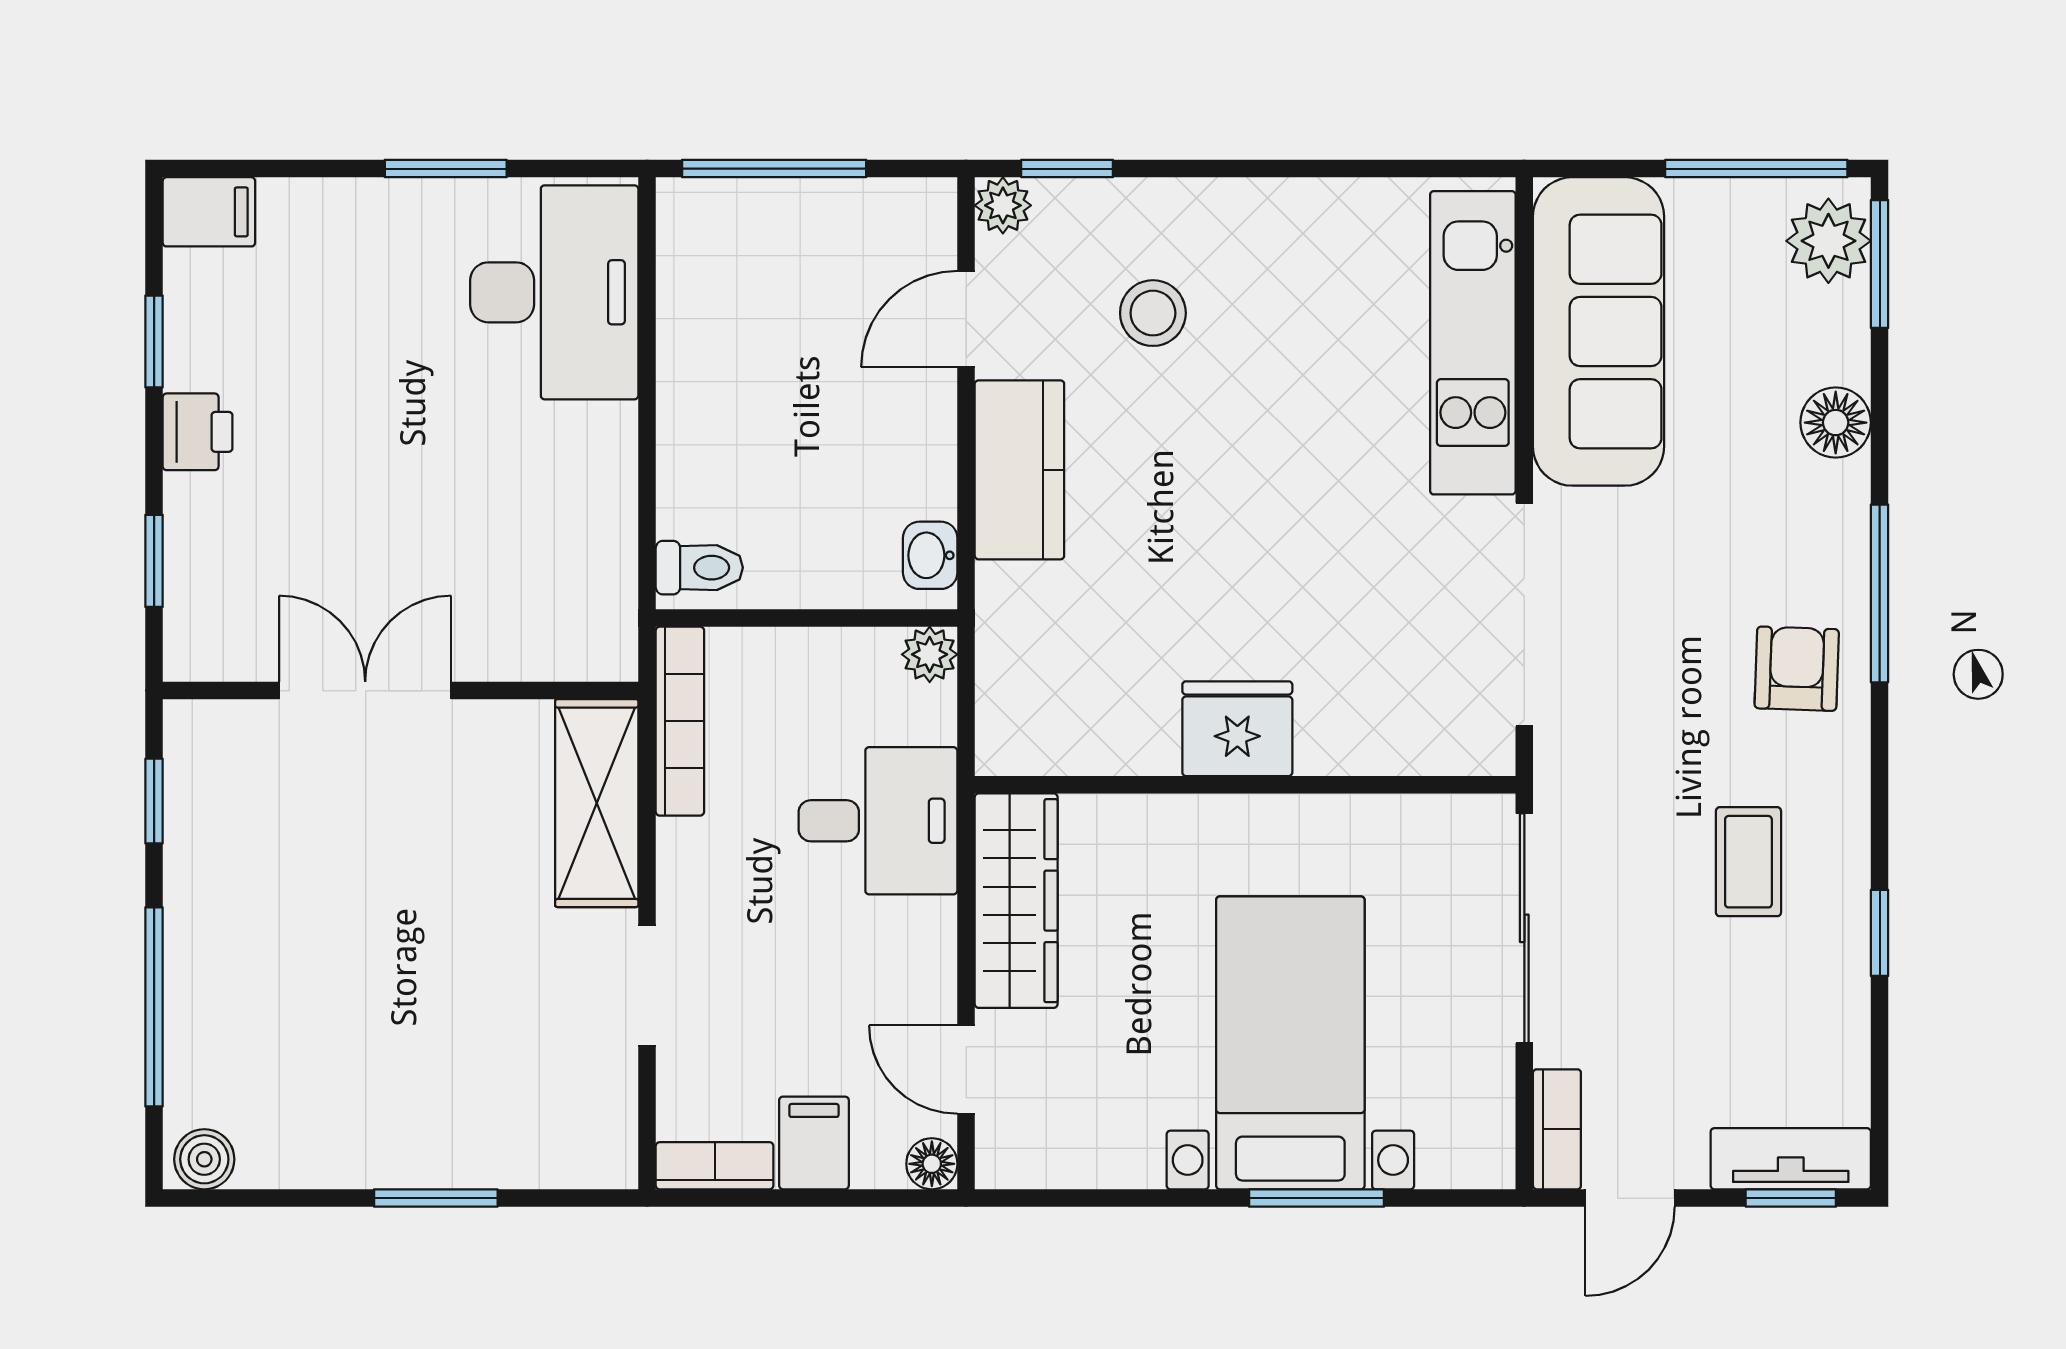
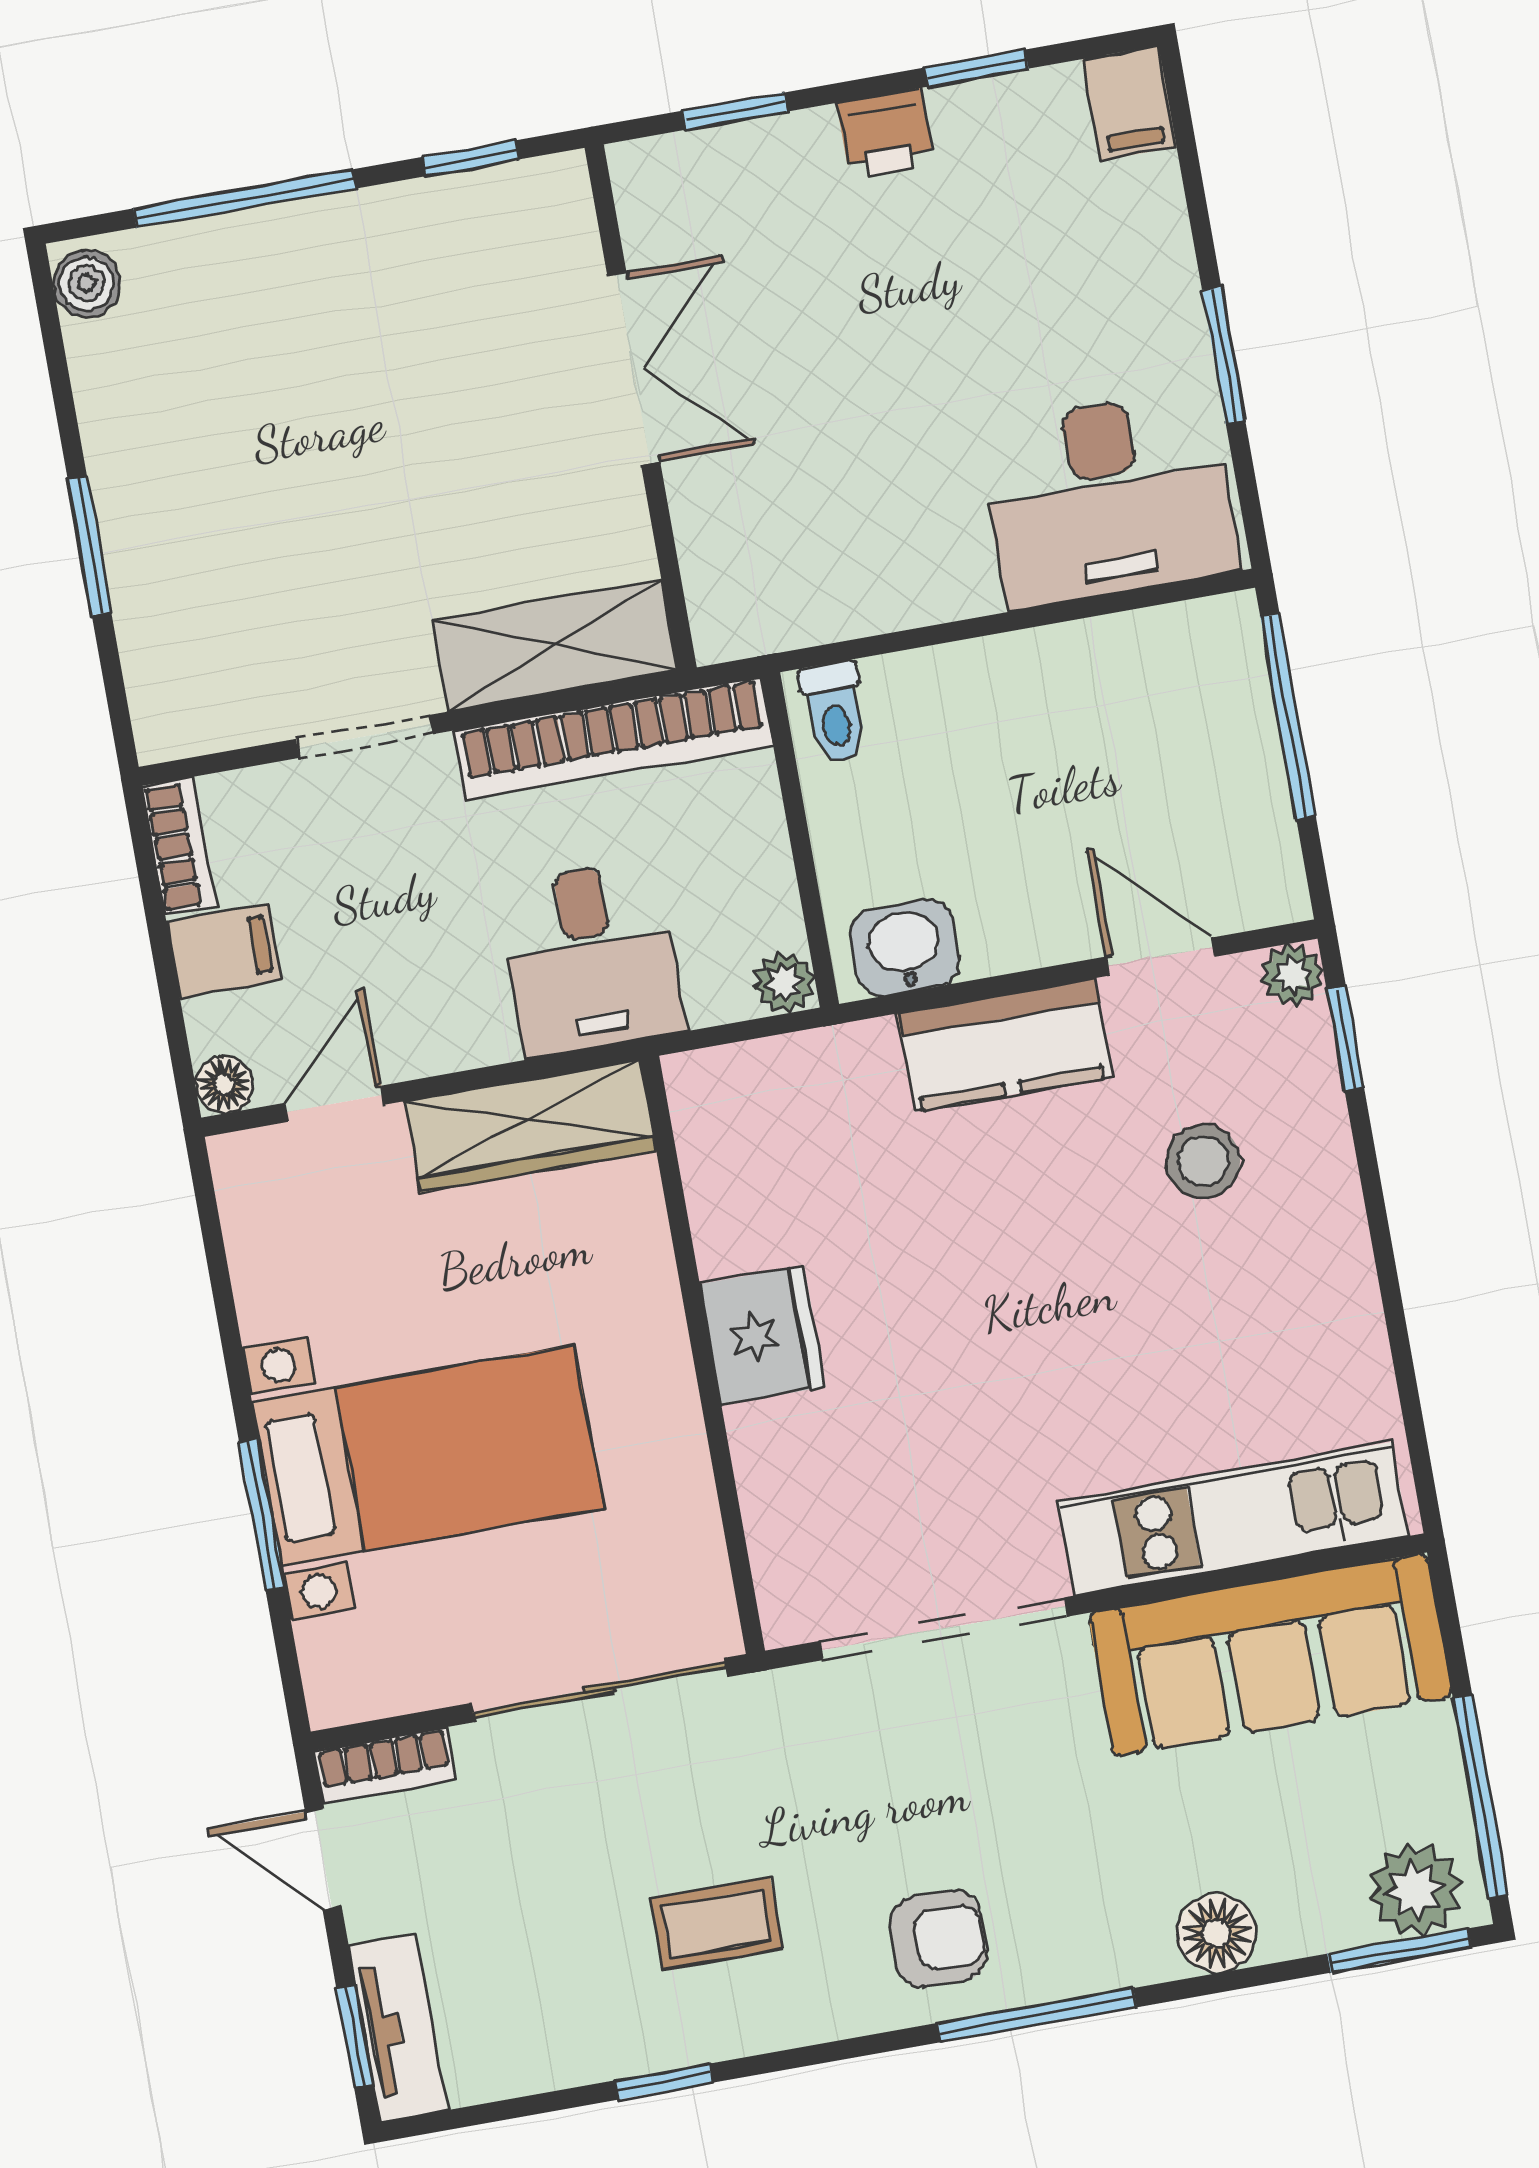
washbasin: (930, 555) -> (905, 948), width x1.38, depth x1.45
bookcase: (680, 721) -> (613, 738), width x1.48, depth x1.31

